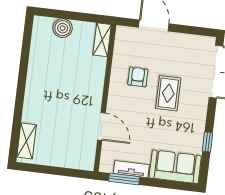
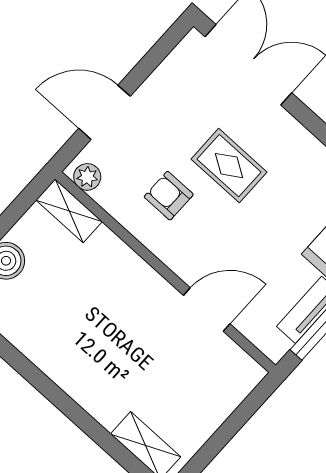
plant: (122, 37) -> (87, 177), added

